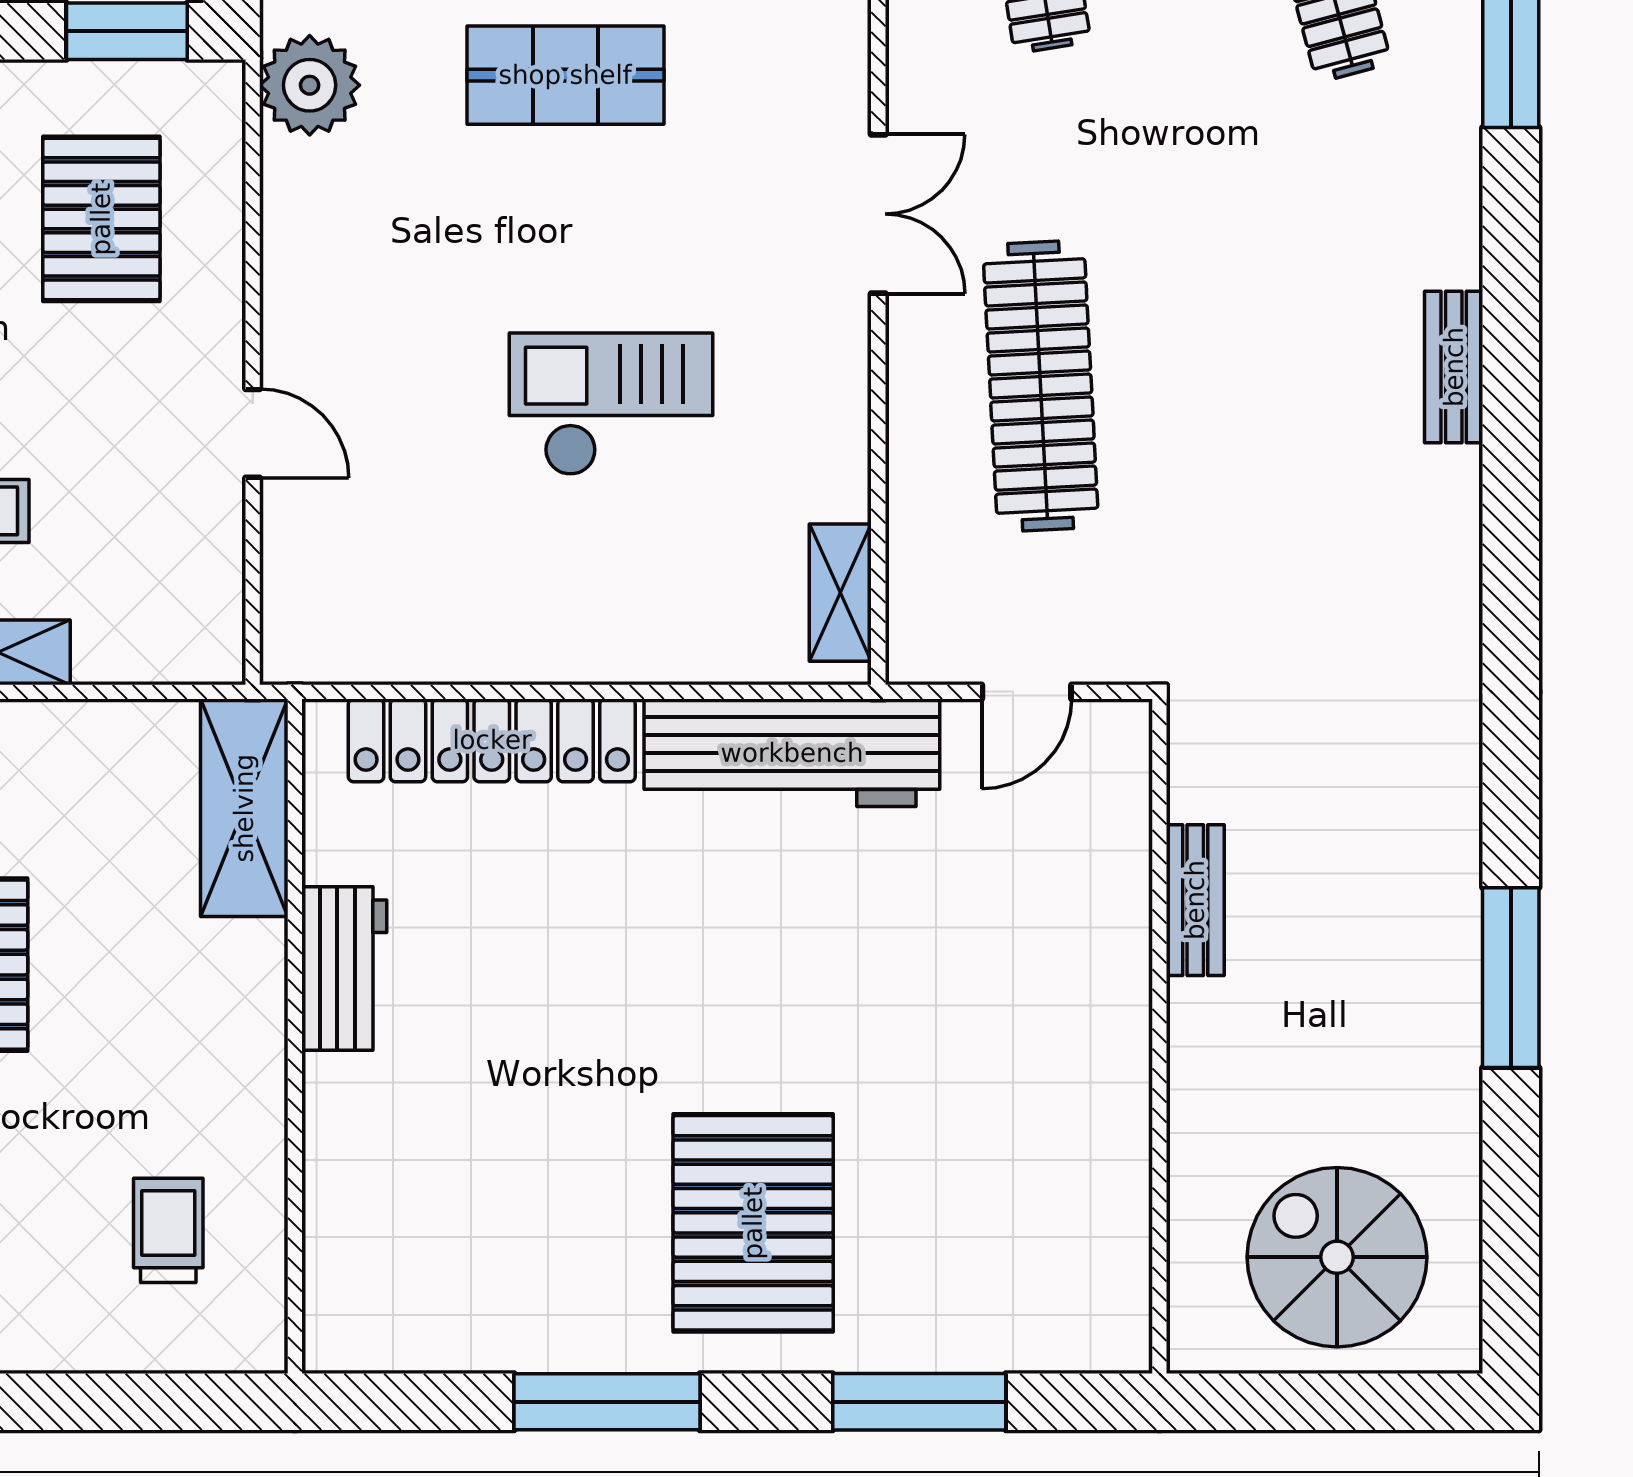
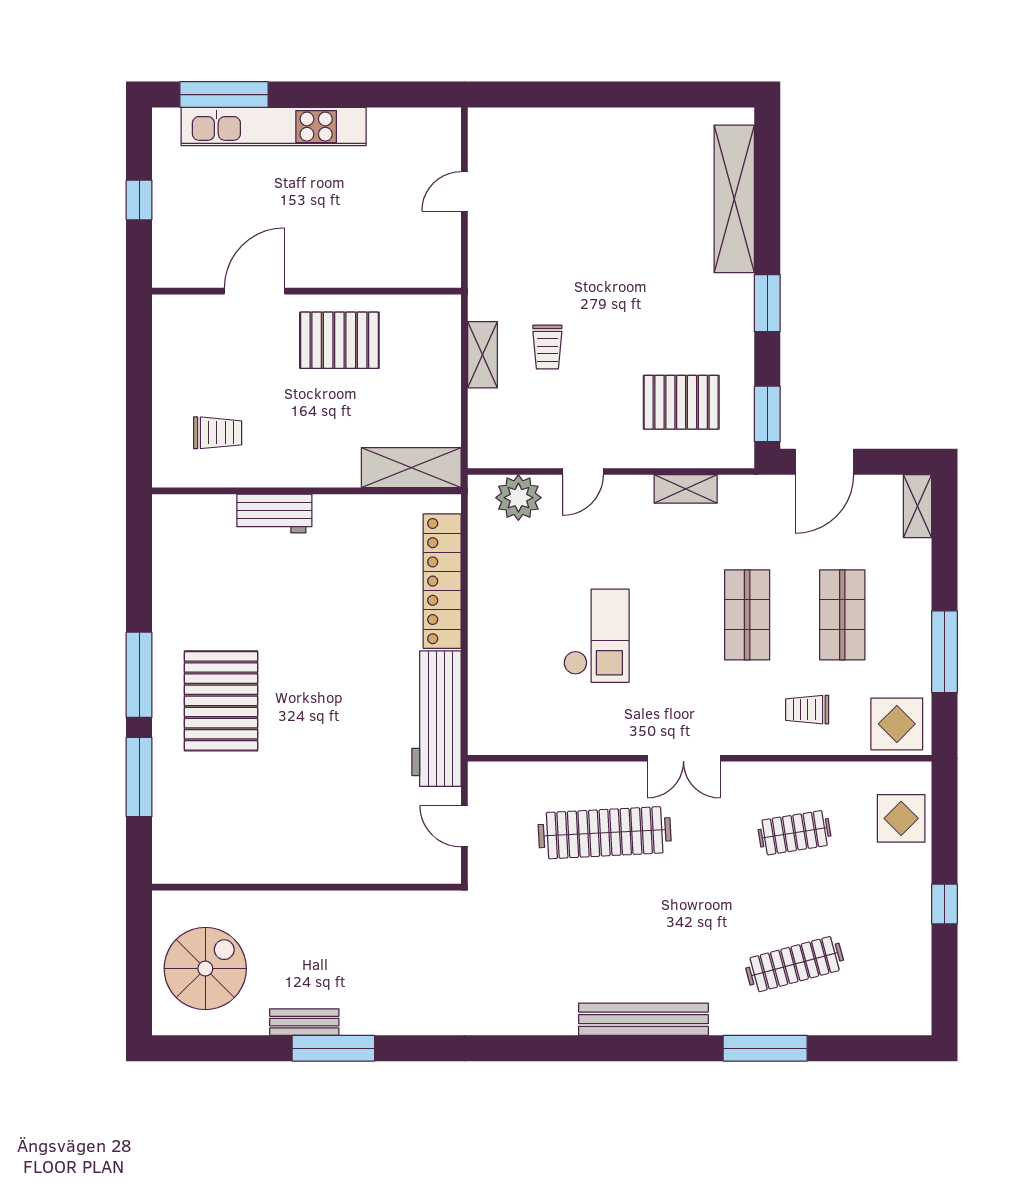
plant: (310, 85) -> (518, 498), moved
bench: (1454, 367) -> (643, 1019), width x1.86, depth x1.21
shelving: (840, 593) -> (686, 489), moved
bench: (1195, 900) -> (304, 1022), moved
workbench: (344, 969) -> (274, 513), moved
pallet: (753, 1223) -> (221, 701), turned 90
window: (607, 1402) -> (139, 675), moved

